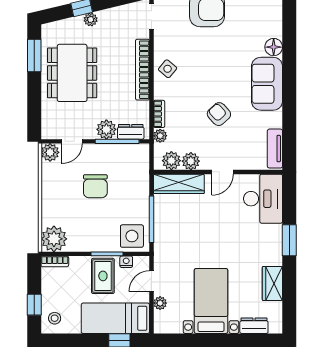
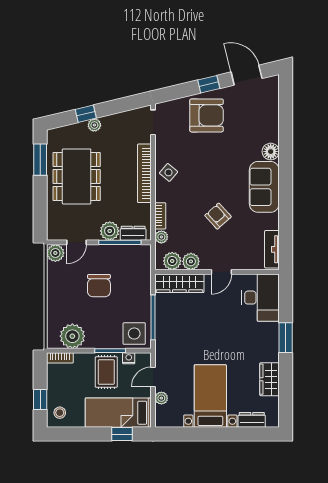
plant: (54, 239) -> (72, 336), moved

